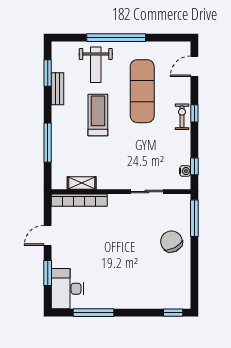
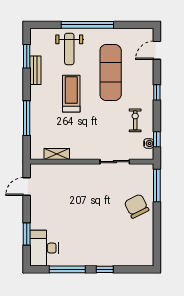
exercise bike: (182, 117) -> (135, 120), moved
bookcase: (79, 200) -> (55, 169), removed
door: (48, 235) -> (27, 187), moved
window: (173, 313) -> (105, 269), moved

